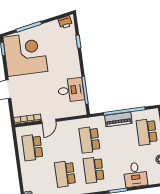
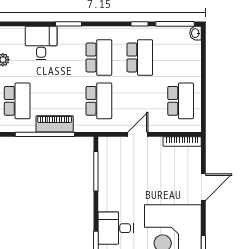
desk: (71, 90) -> (116, 228), moved
door: (49, 121) -> (138, 134), moved

